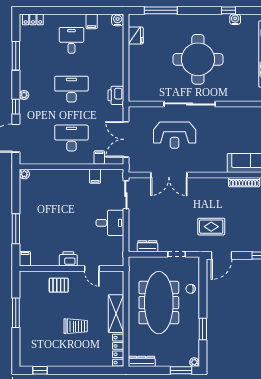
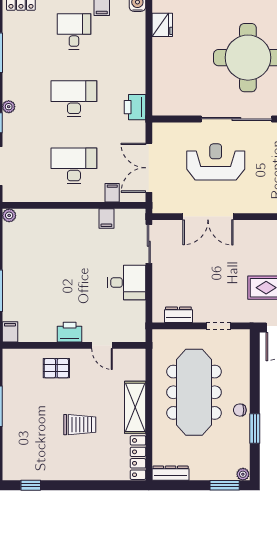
reception desk: (175, 135) -> (216, 162), turned 180
chair: (191, 289) -> (240, 410), moved

